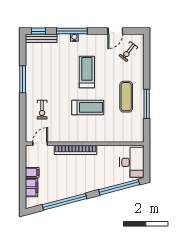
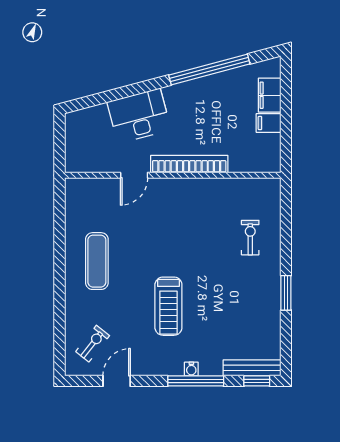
window: (23, 79) -> (286, 293), width x0.69
window: (147, 104) -> (60, 248), removed
treadmill: (88, 107) -> (167, 241), removed
door: (40, 144) -> (134, 175), moved
desk: (132, 162) -> (139, 116), moved, turned 75
window: (119, 187) -> (110, 96), removed

